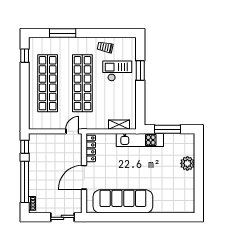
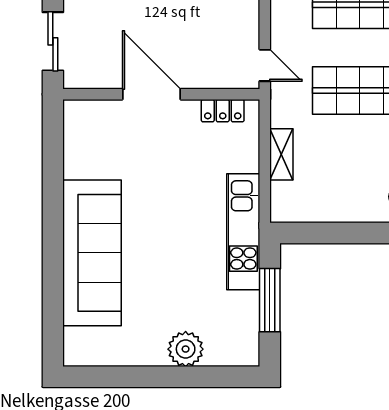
shelving: (119, 125) -> (281, 154), moved
locker: (91, 148) -> (223, 111), width x0.66
sofa: (123, 201) -> (92, 253), moved

